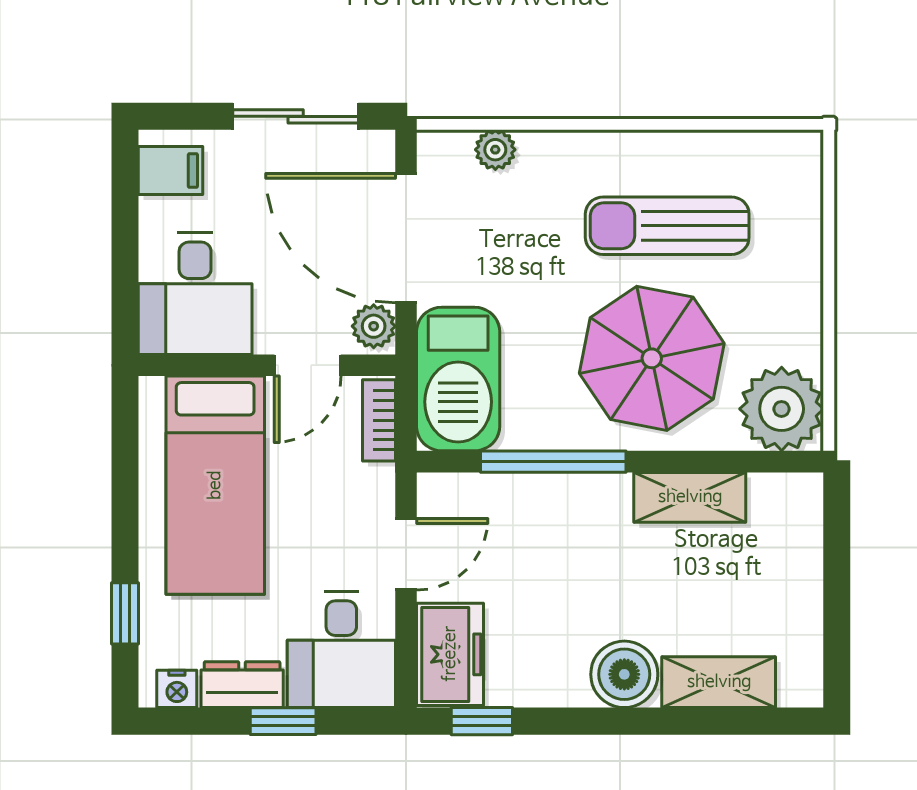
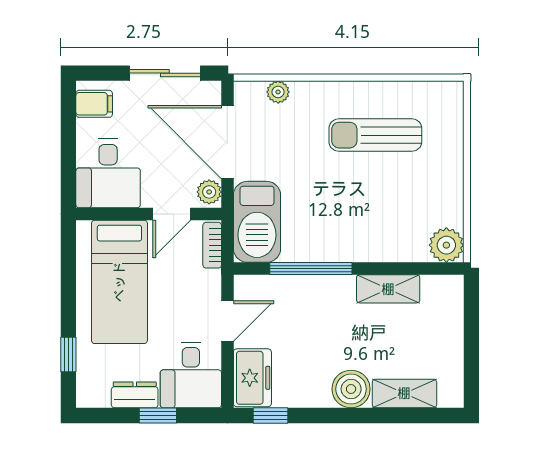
parasol: (652, 358) -> (367, 210), removed
plant: (782, 409) -> (446, 245), width x0.73, depth x0.73
nightstand: (177, 689) -> (98, 397), removed

